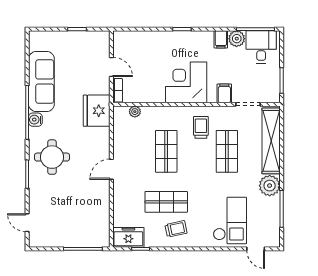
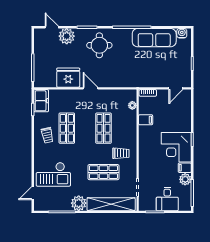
desk: (261, 47) -> (167, 199), moved, turned 90
door: (111, 67) -> (176, 88), moved
corner desk: (186, 82) -> (176, 147), moved, turned 180
filing cabinet: (224, 93) -> (146, 120), moved
fridge: (97, 111) -> (68, 78), moved
water cooler: (35, 120) -> (182, 33), moved
shop shelf: (166, 151) -> (103, 128), turned 90
plant: (39, 202) -> (67, 36), added
door: (27, 223) -> (52, 27), hinge flipped

